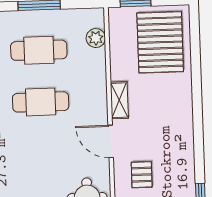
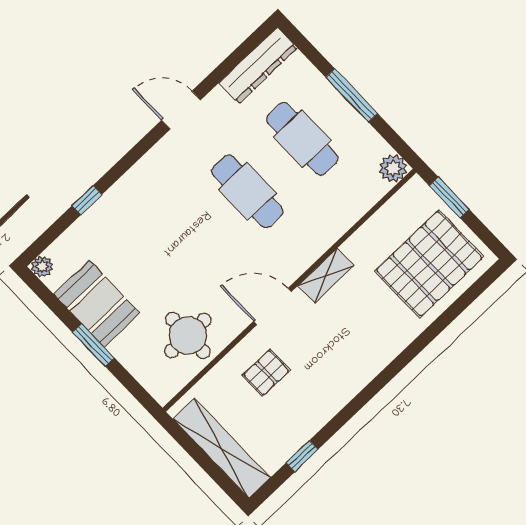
plant: (96, 38) -> (393, 168), moved
door: (111, 141) -> (272, 306), hinge flipped

